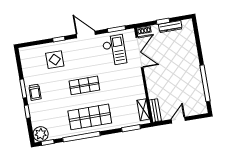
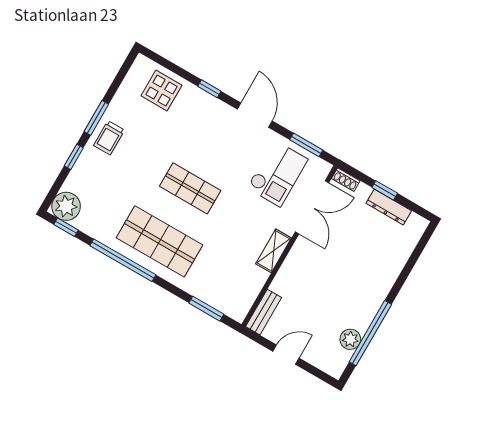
display table: (55, 60) -> (161, 91), moved
plant: (199, 92) -> (350, 339), added
shelving: (143, 110) -> (274, 251), moved

